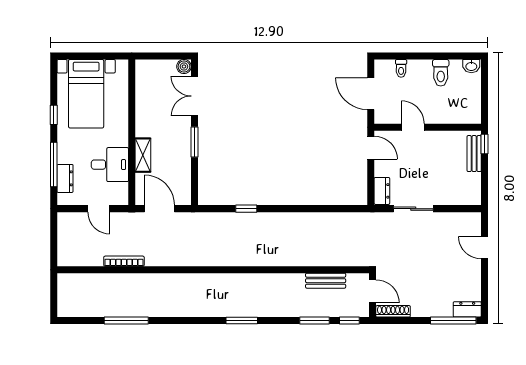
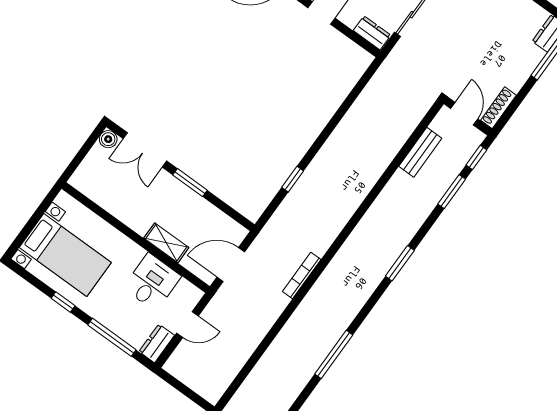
dresser: (65, 178) -> (157, 343), moved, turned -90
bookcase: (124, 261) -> (302, 276), moved
door: (373, 291) -> (464, 114), hinge flipped
window: (126, 321) -> (334, 354), moved

